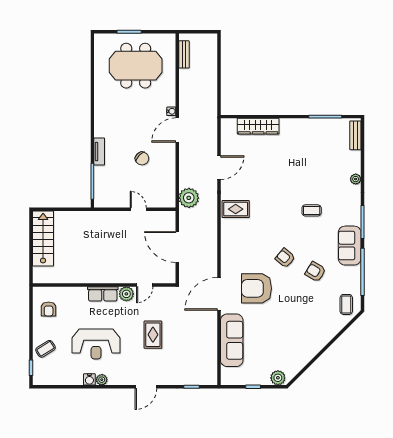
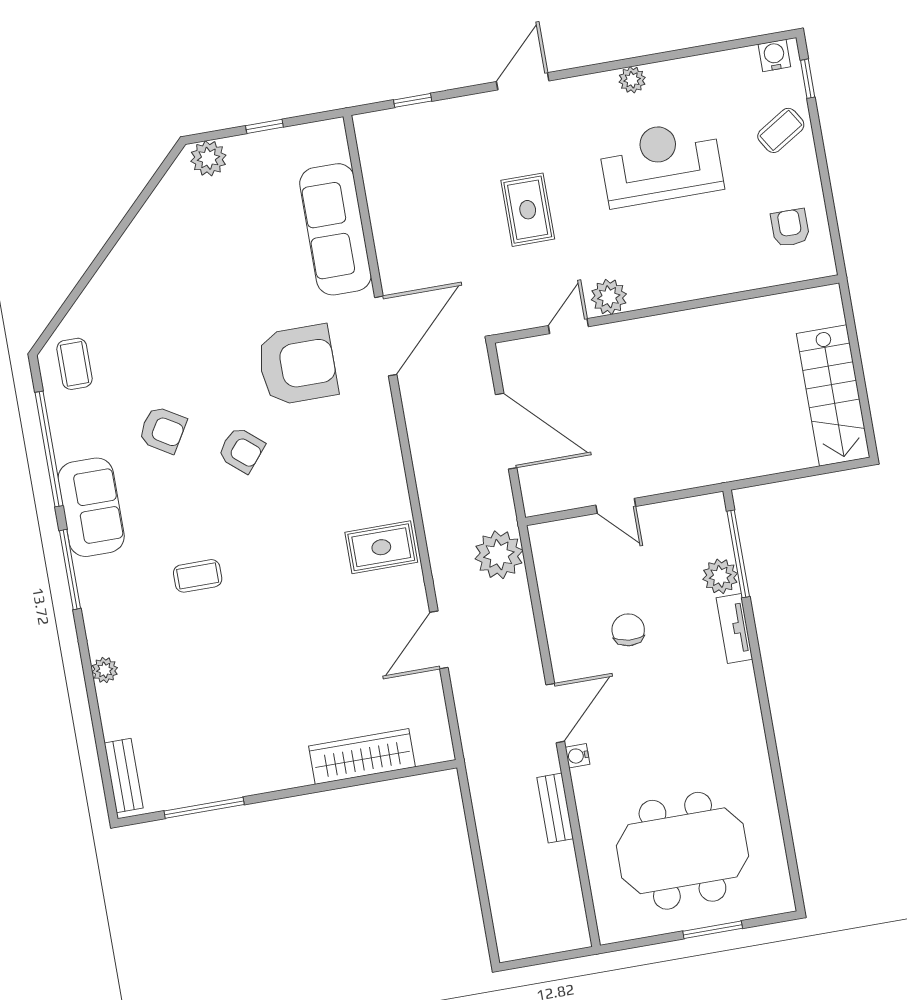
bench: (184, 54) -> (555, 808), moved
chair: (142, 158) -> (628, 630), turned 51
plant: (101, 174) -> (720, 576), added
row of seats: (103, 294) -> (666, 287), removed
water cooler: (89, 379) -> (774, 56), moved

